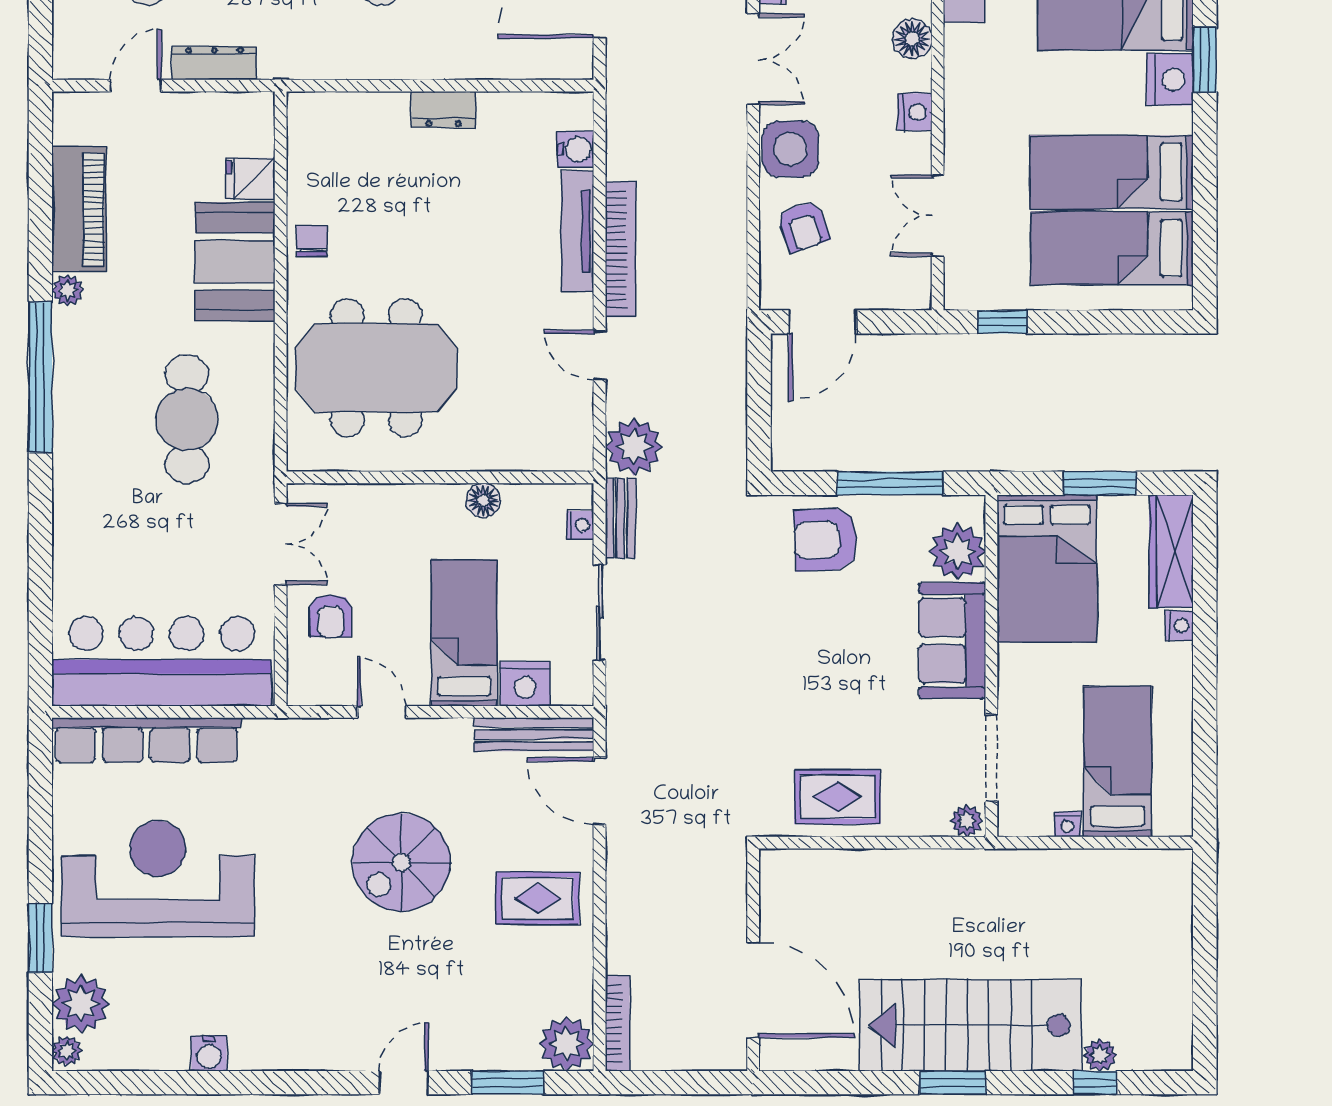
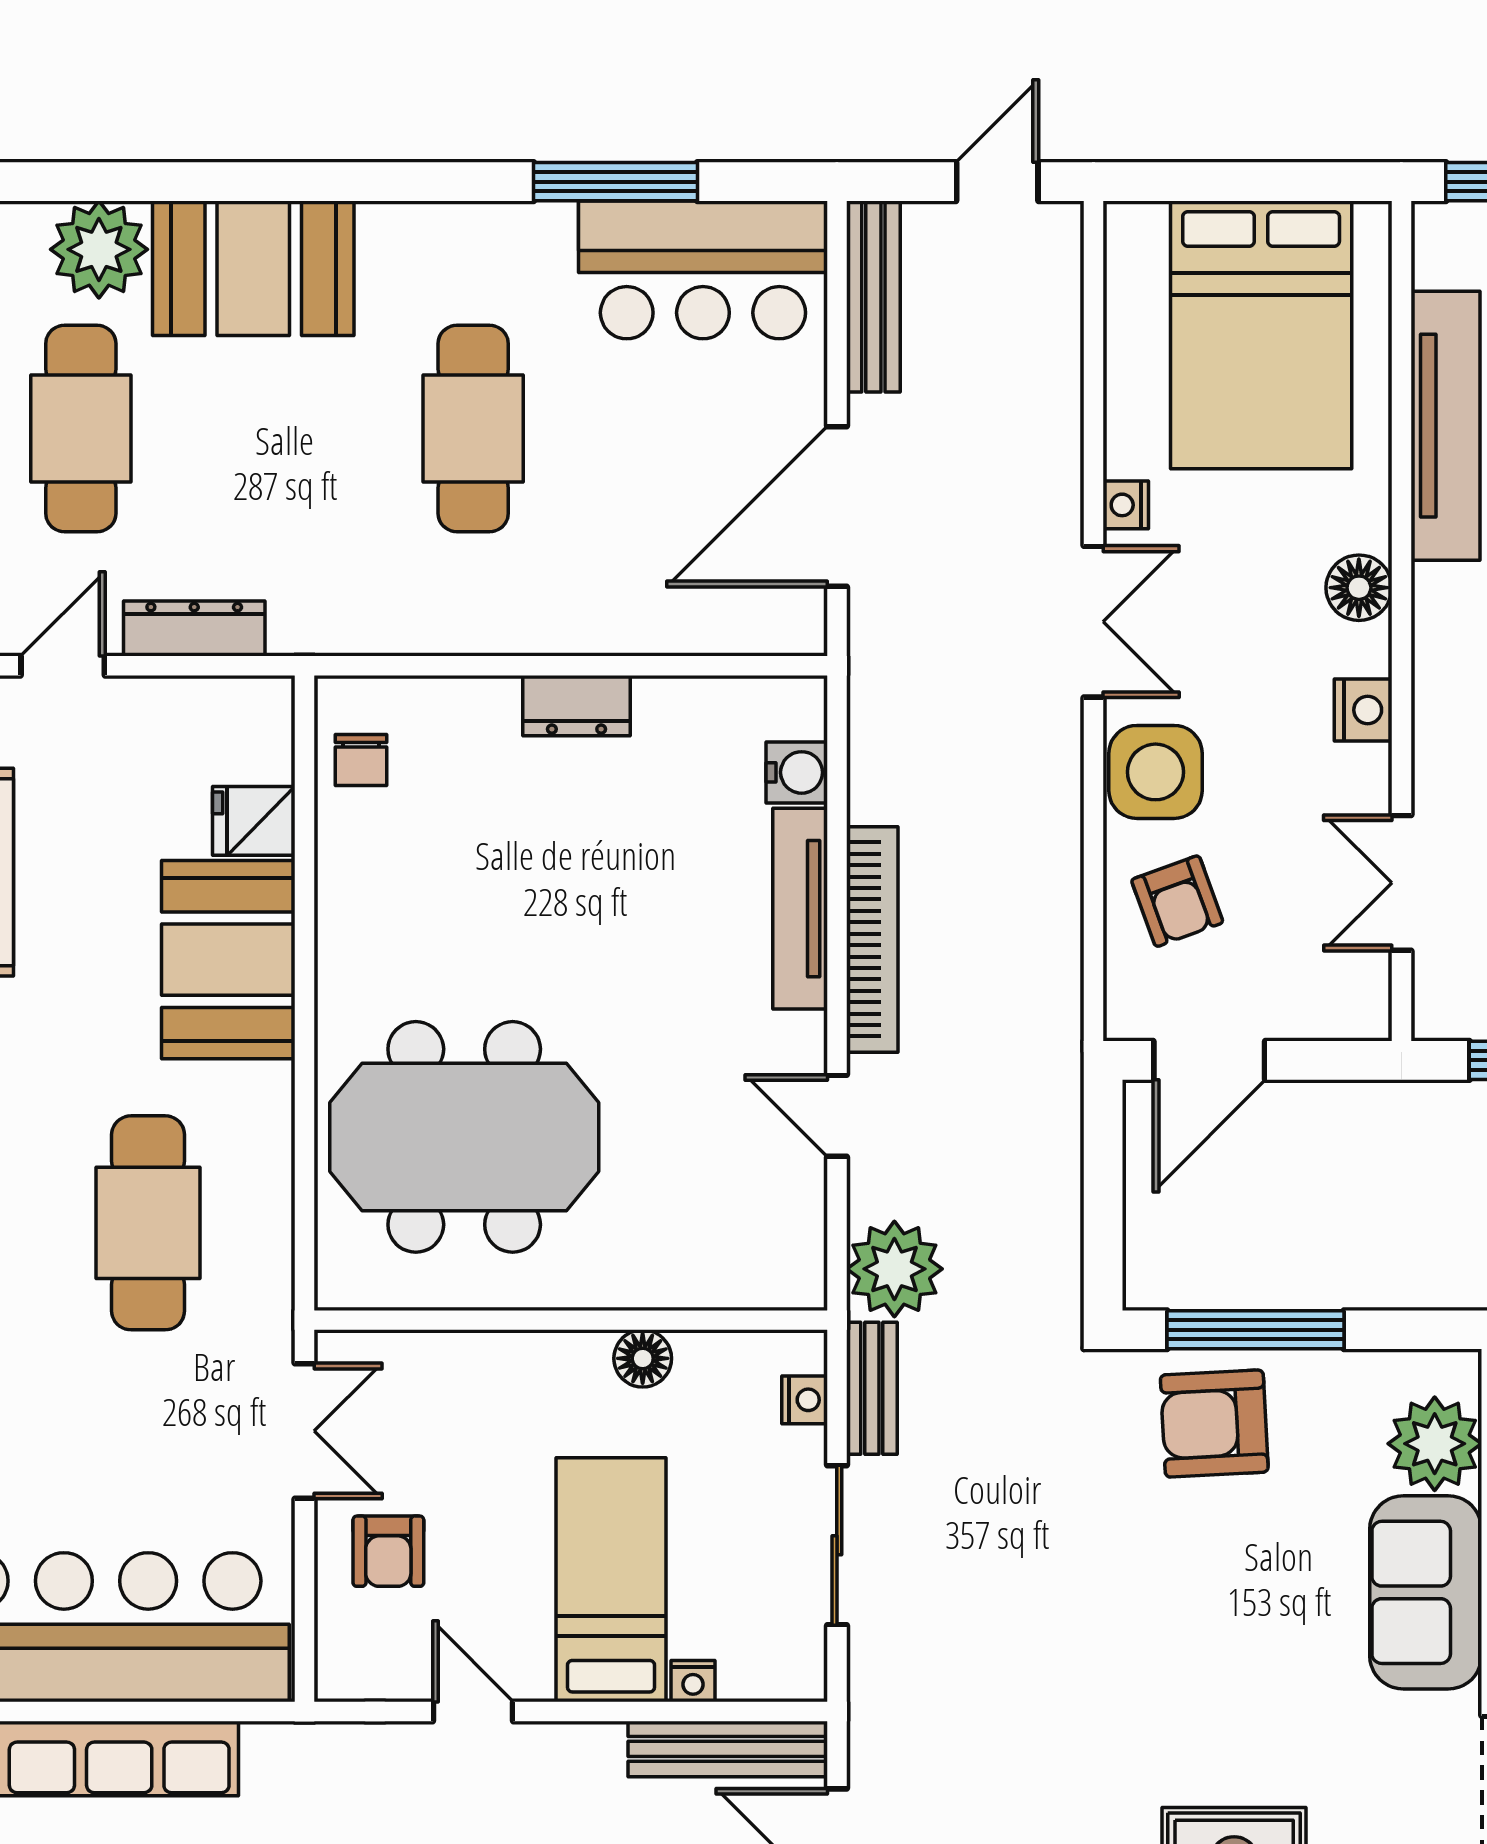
chair: (312, 241) -> (361, 760), moved, turned 180
window: (890, 483) -> (1255, 1330), moved
nightstand: (525, 684) -> (693, 1681), width x0.53, depth x0.56

